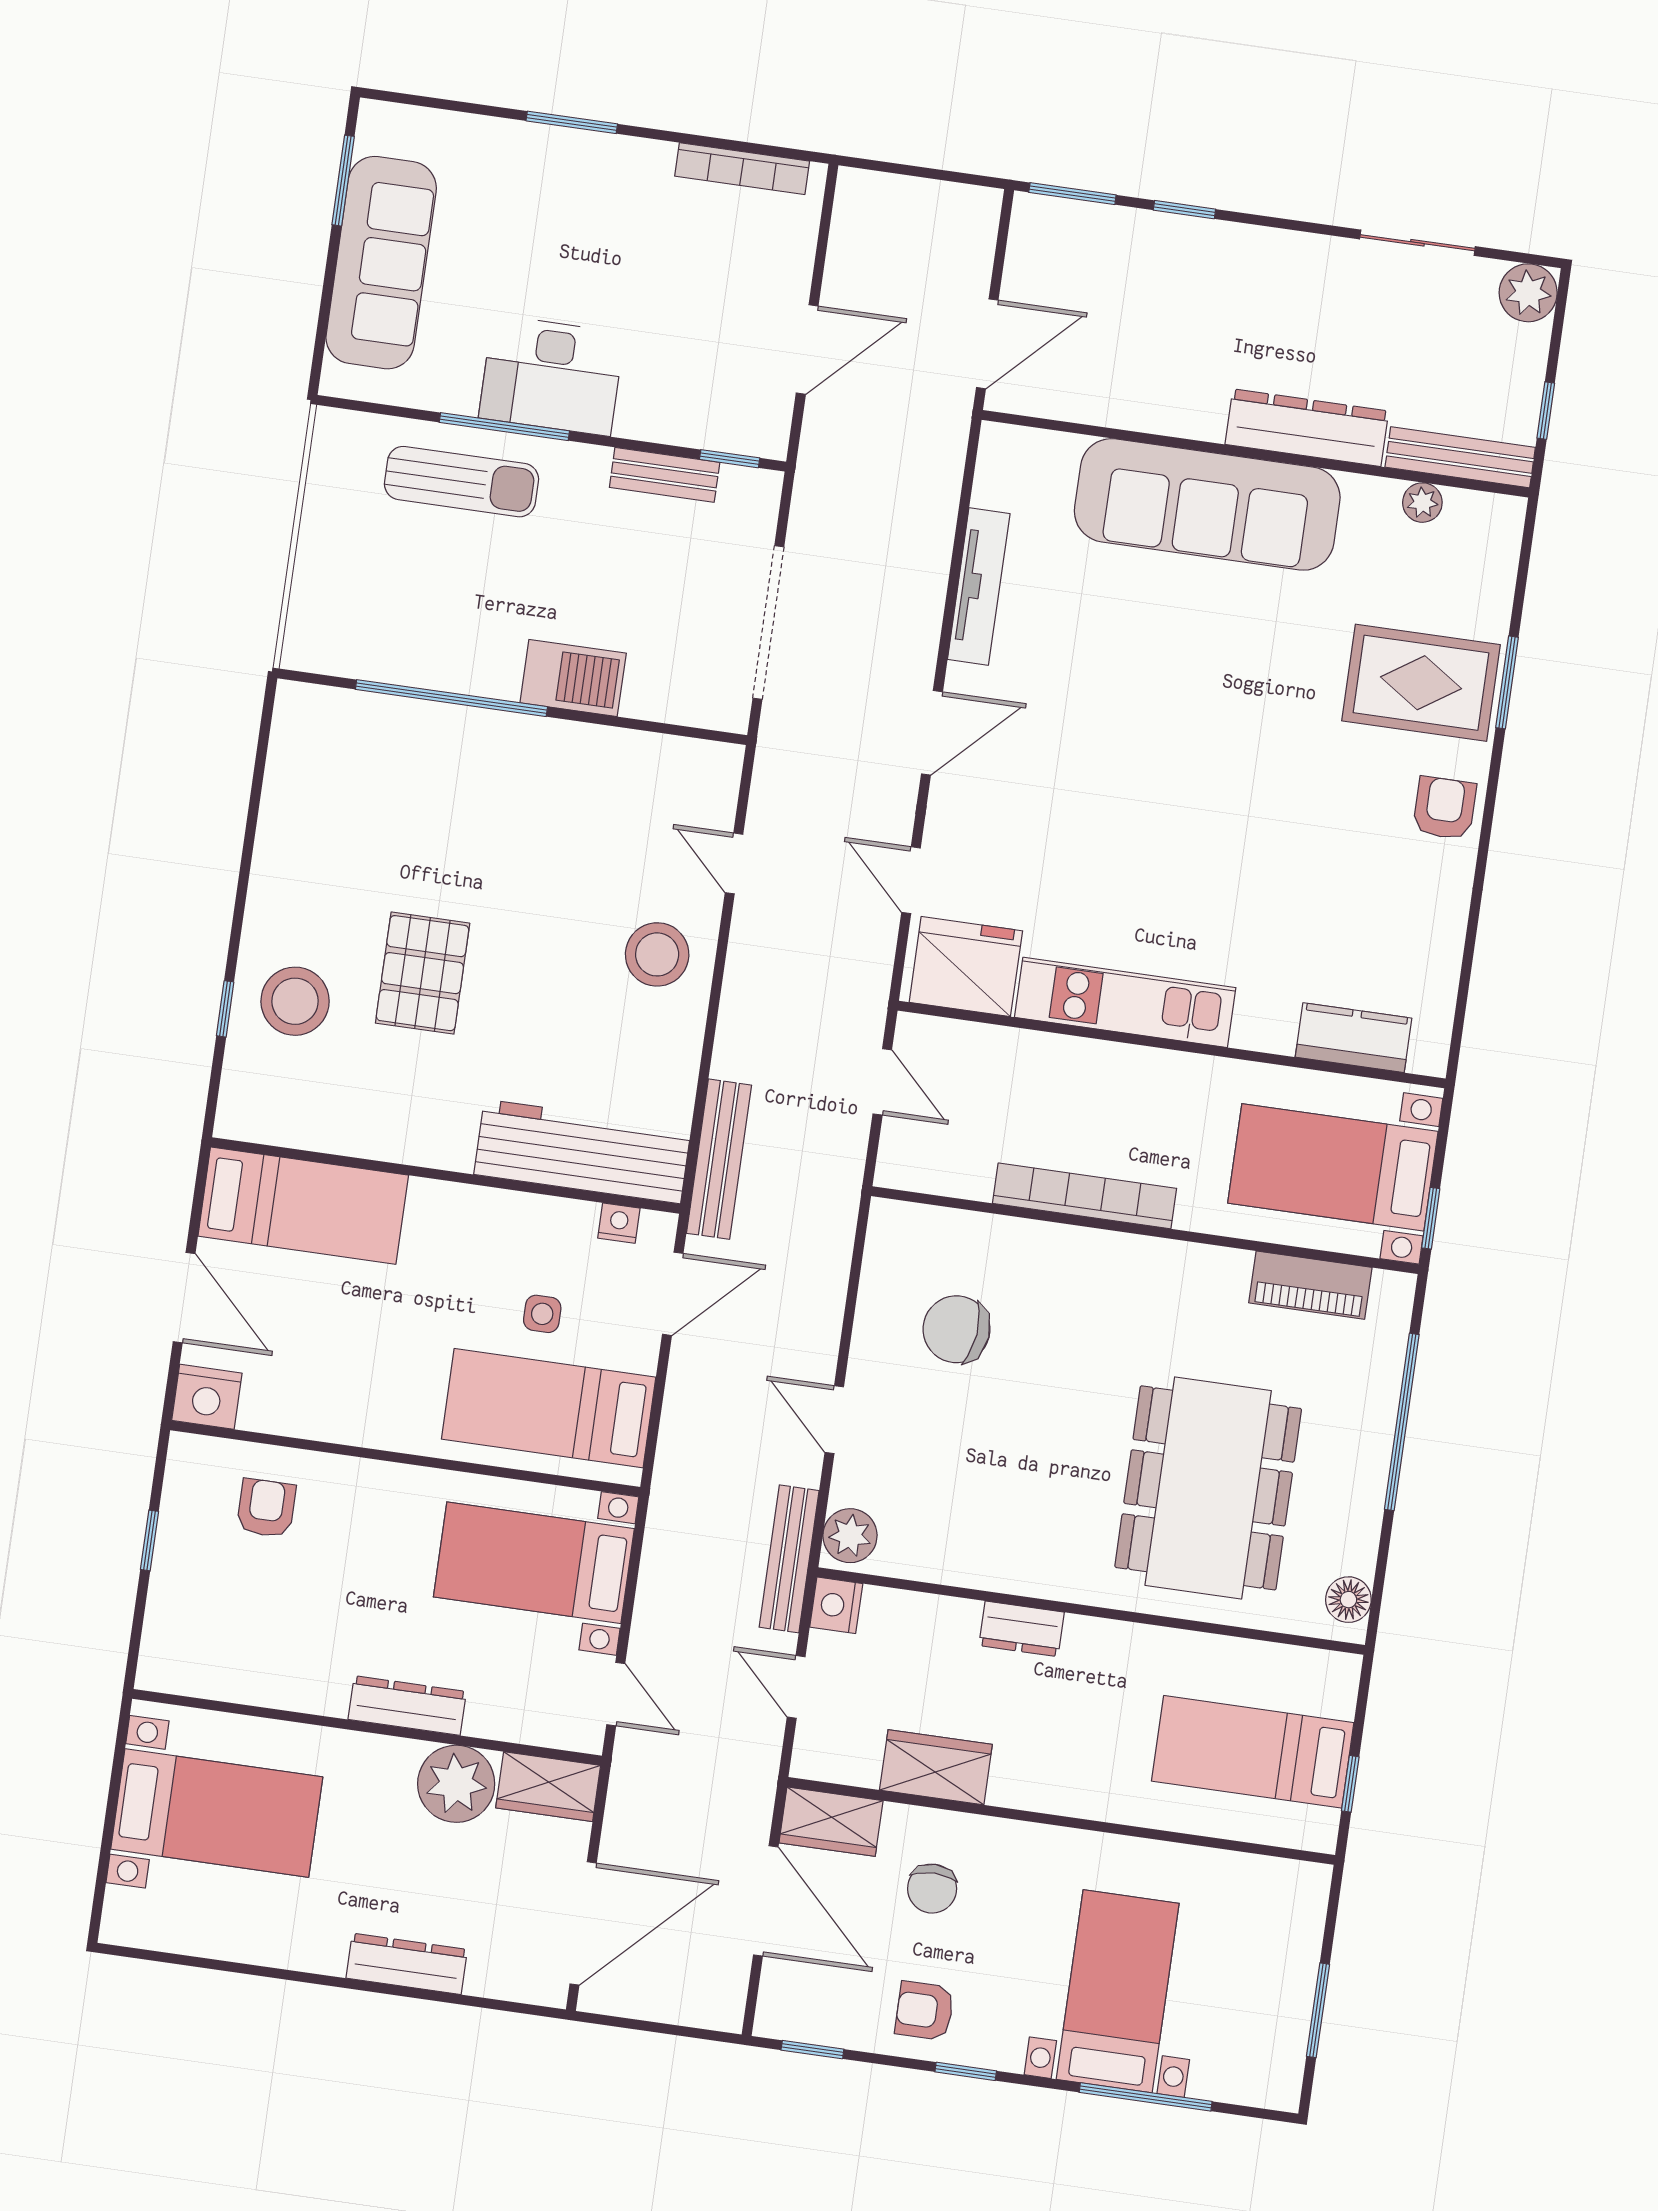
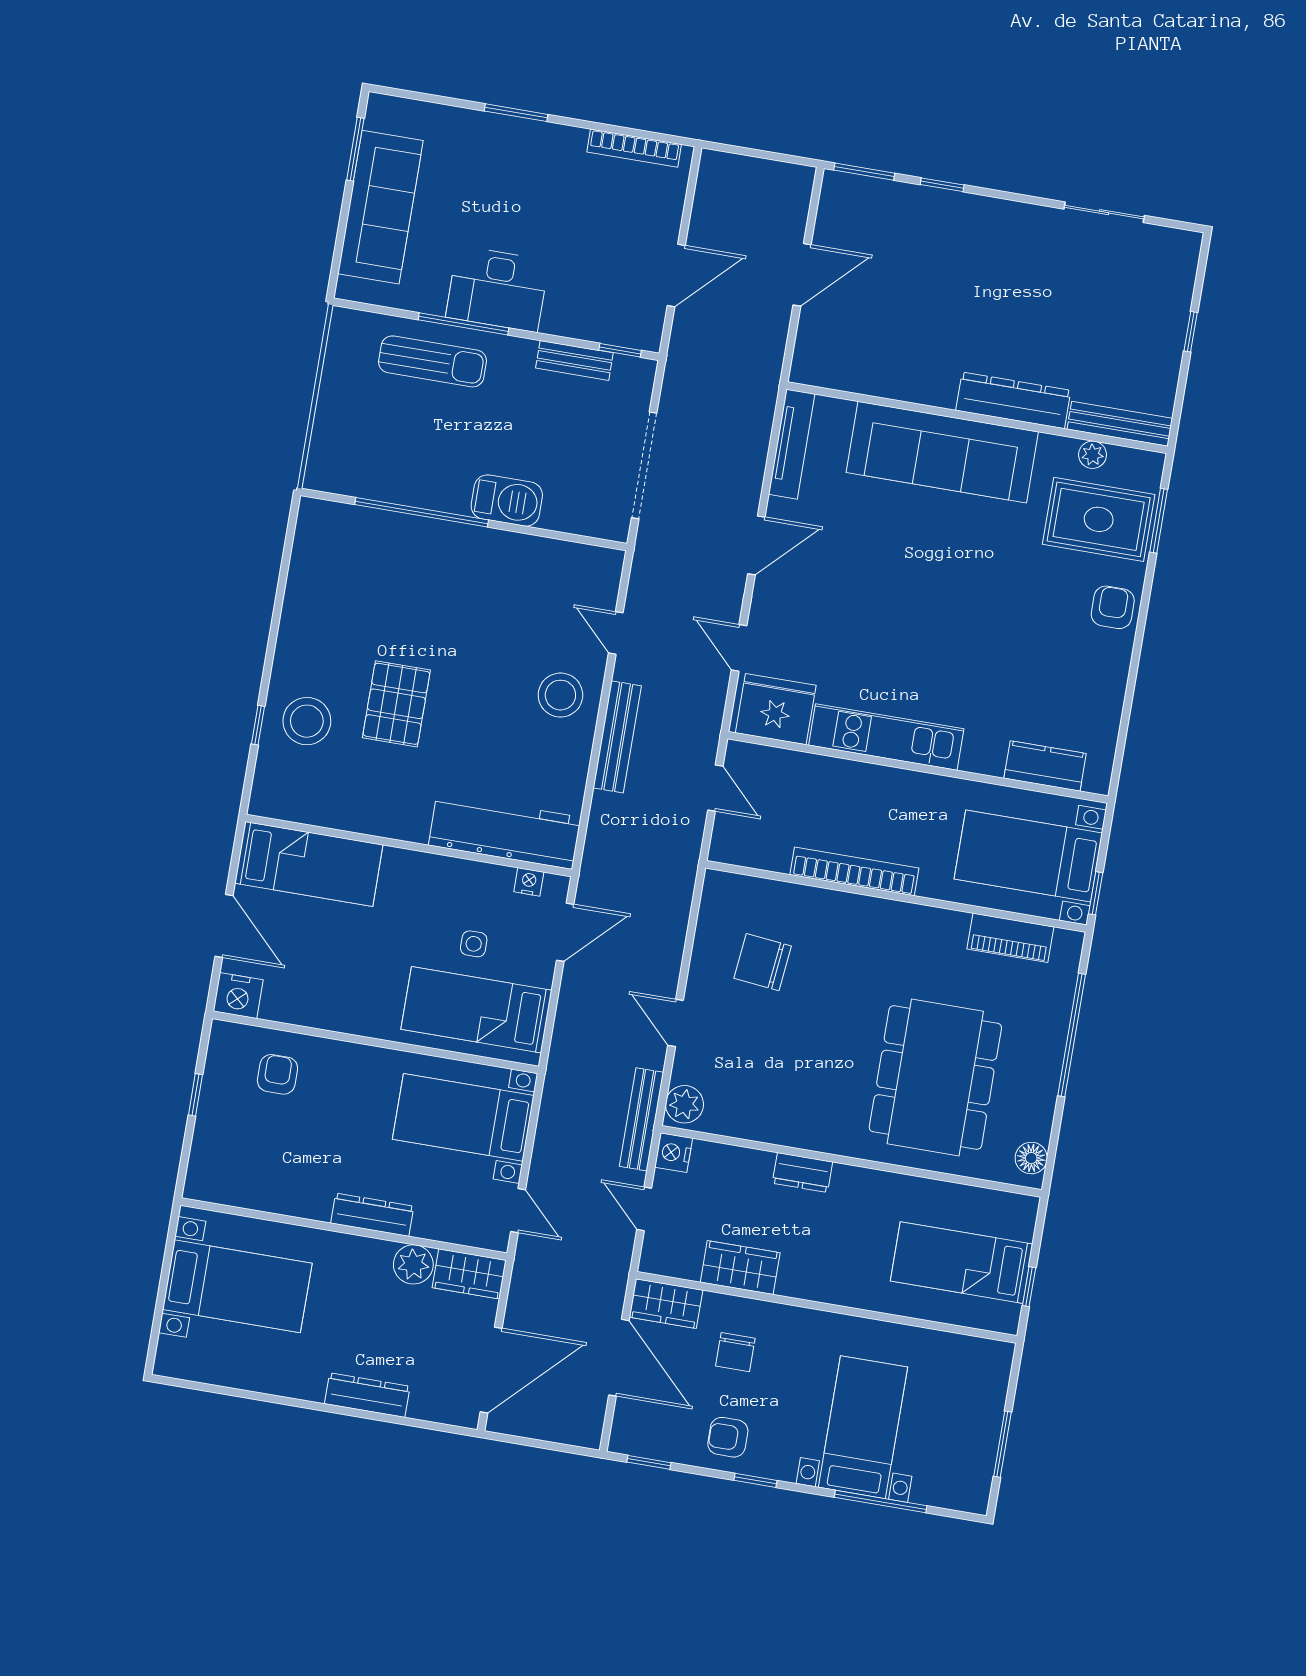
plant: (1528, 293) -> (1181, 249), removed
dresser: (1307, 428) -> (1013, 400), moved
wall: (1256, 454) -> (977, 418), moved
bench: (1460, 457) -> (1120, 424), moved
plant: (1422, 503) -> (1093, 455), moved
sofa: (1207, 504) -> (942, 452), moved
bench: (719, 1159) -> (617, 737), moved
plant: (456, 1784) -> (413, 1264), width x0.73, depth x0.73

